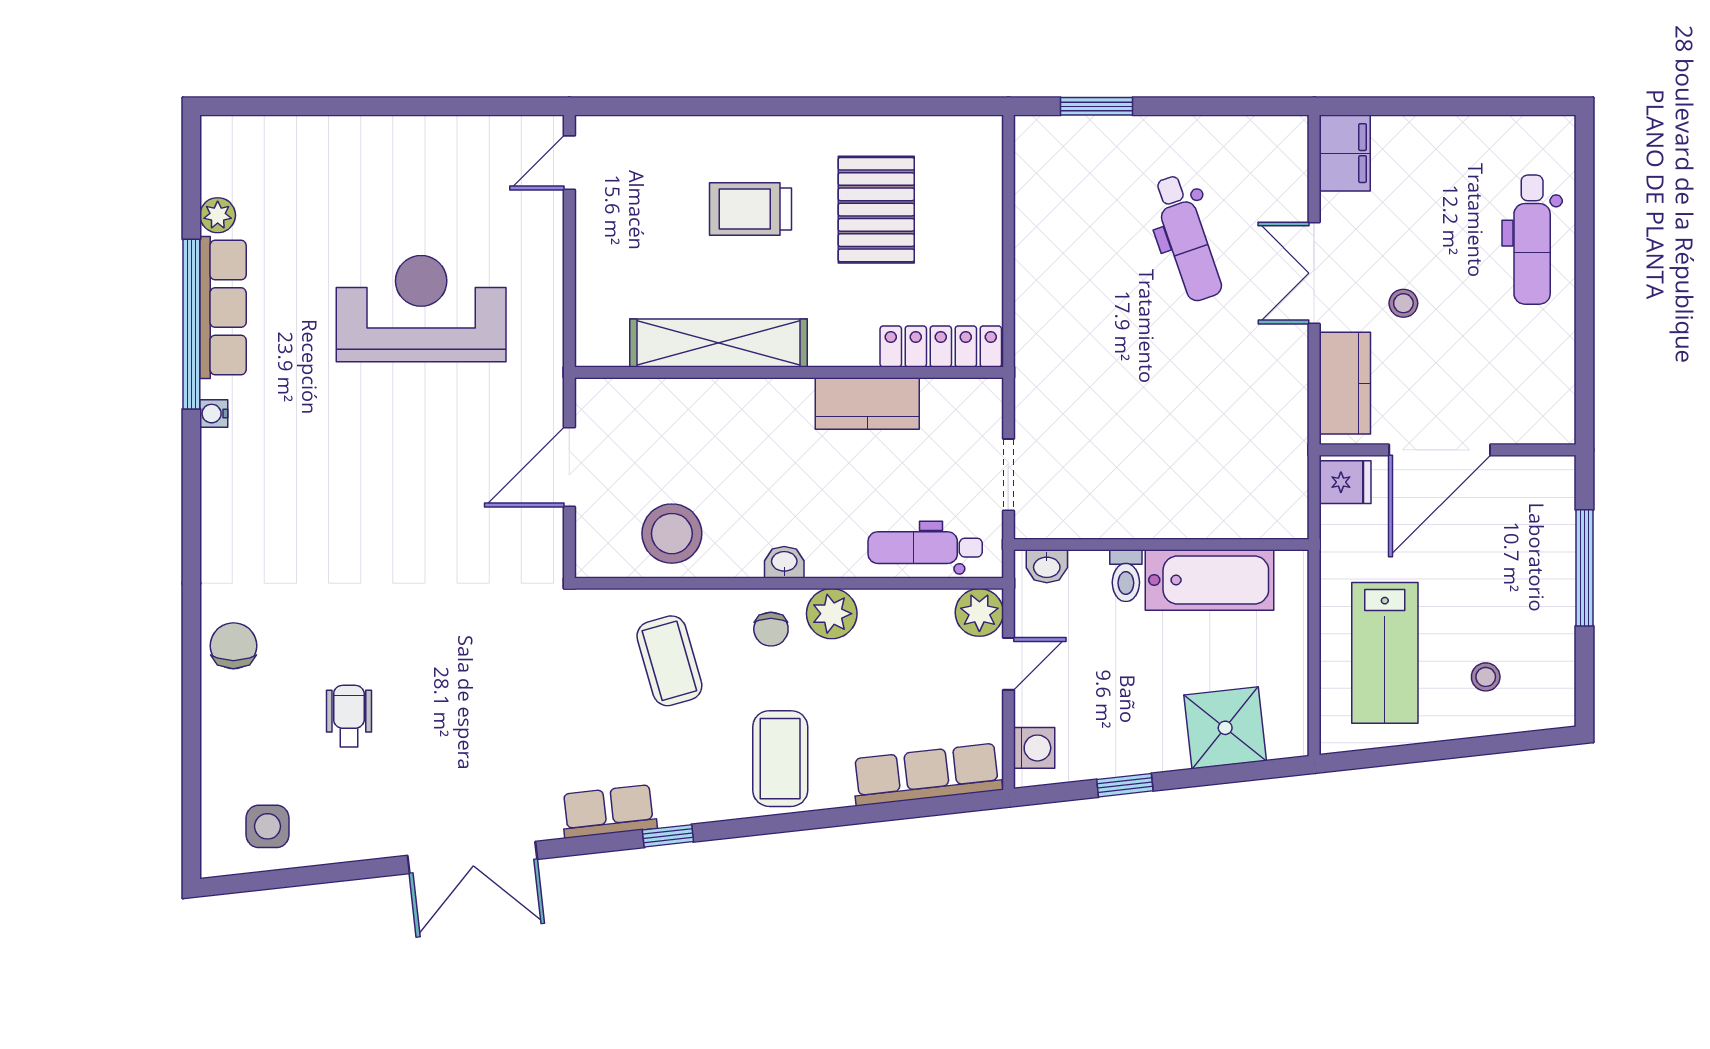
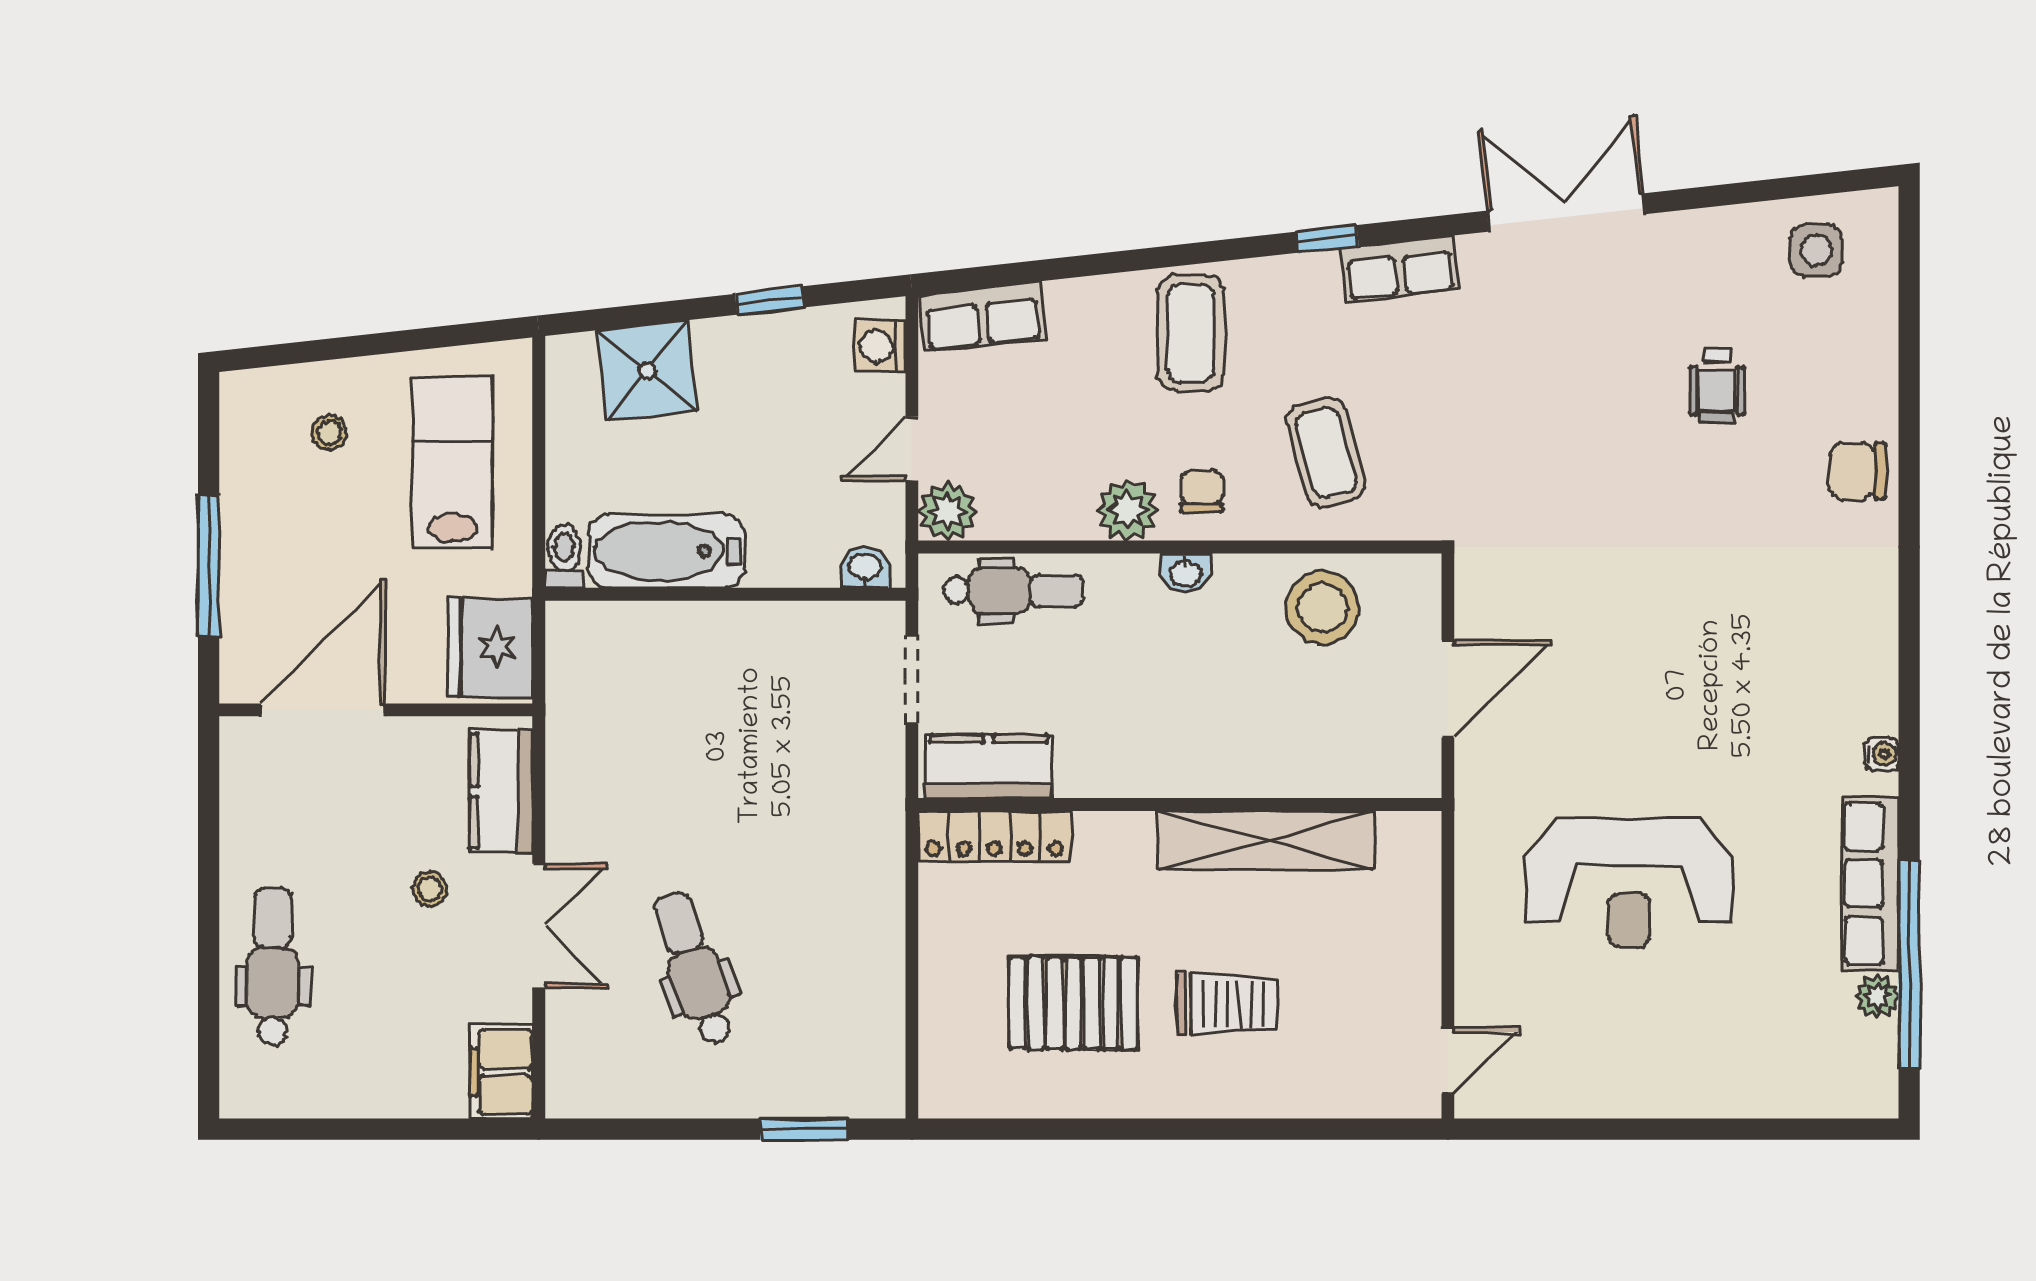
pallet: (876, 210) -> (1073, 1003), turned 90
window: (191, 324) -> (1909, 965), moved
kitchen counter: (867, 403) -> (989, 767), moved
door: (1440, 450) -> (323, 710), moved
fridge: (1345, 482) -> (490, 647), width x1.88, depth x1.34
toilet: (1126, 576) -> (564, 556), moved
chair: (233, 646) -> (1858, 471), turned 90
row of seats: (927, 774) -> (982, 317), width x0.68

